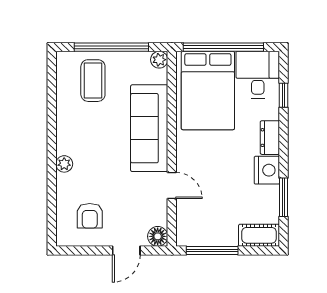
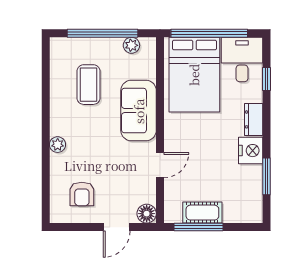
plant: (159, 60) -> (131, 45), moved
coffee table: (93, 81) -> (89, 85), moved
sofa: (149, 128) -> (139, 111), width x0.73
door: (172, 186) -> (160, 165), hinge flipped
cot: (259, 235) -> (202, 213), moved

